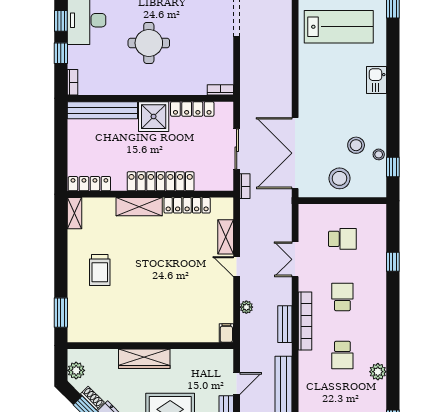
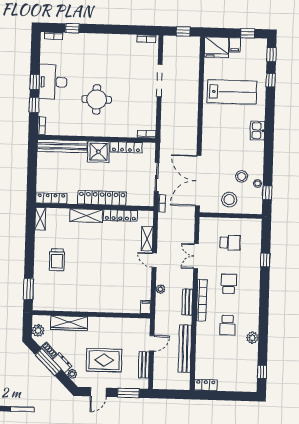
wardrobe: (144, 359) -> (69, 323), moved

